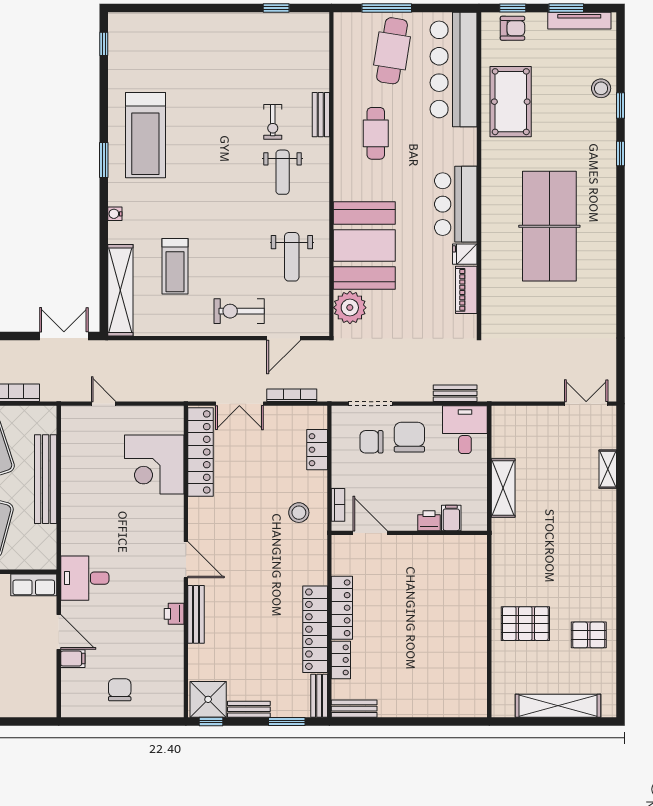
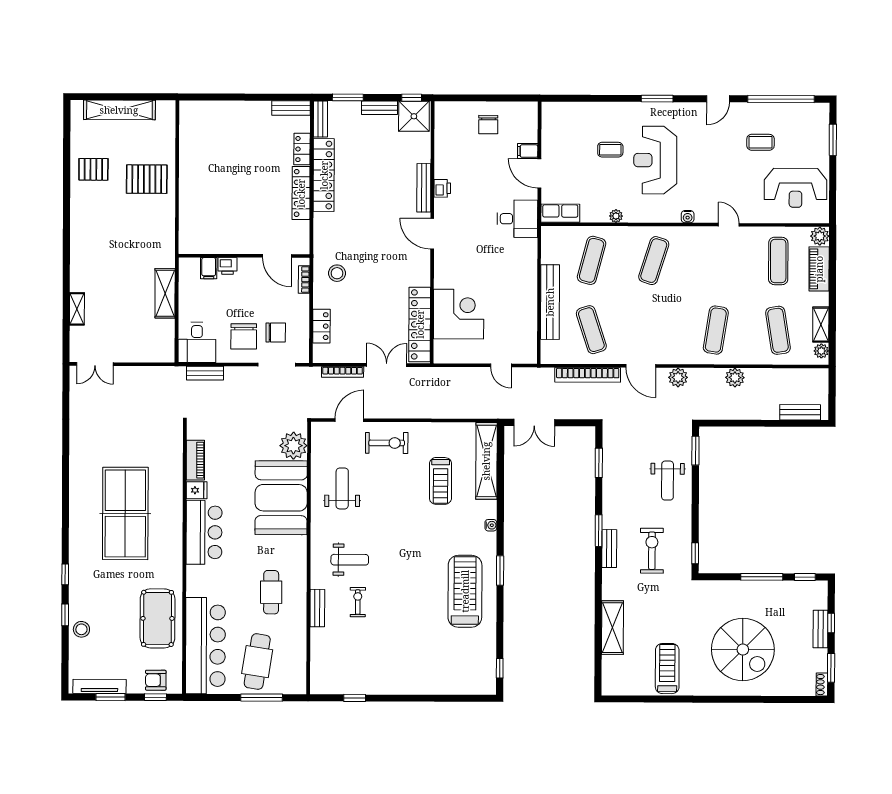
weight bench: (283, 172) -> (350, 560), turned 90
treadmill: (175, 266) -> (440, 481), turned 180

